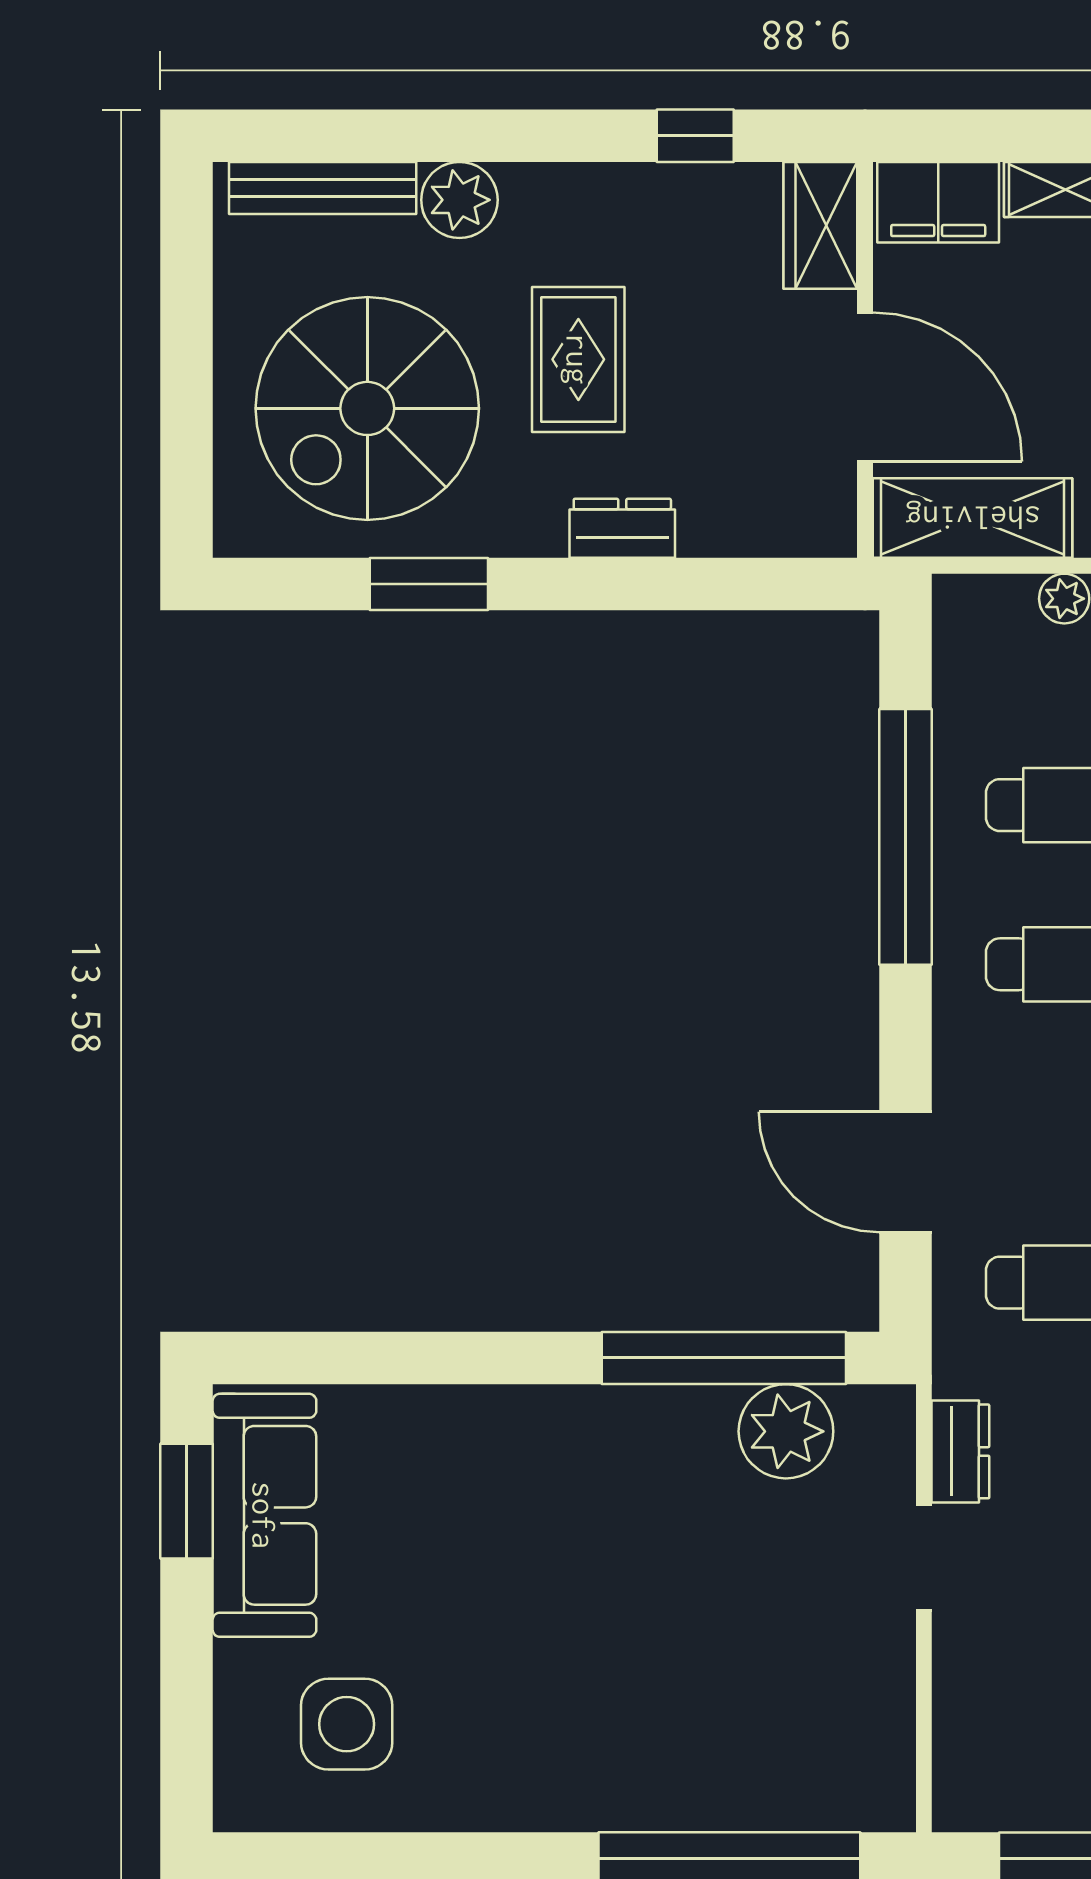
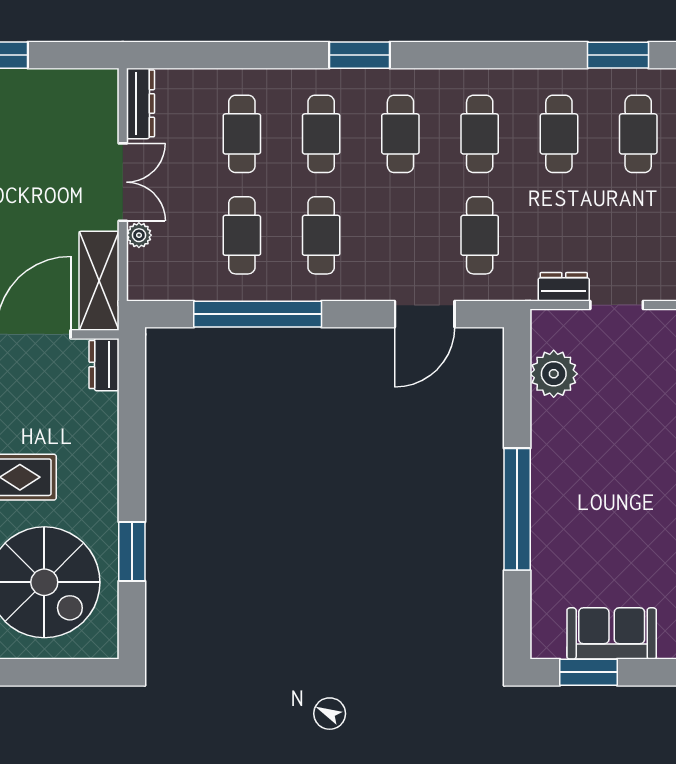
dresser: (622, 528) -> (104, 365), moved
window: (724, 1358) -> (517, 509), moved
sofa: (264, 1515) -> (612, 633), width x0.73

